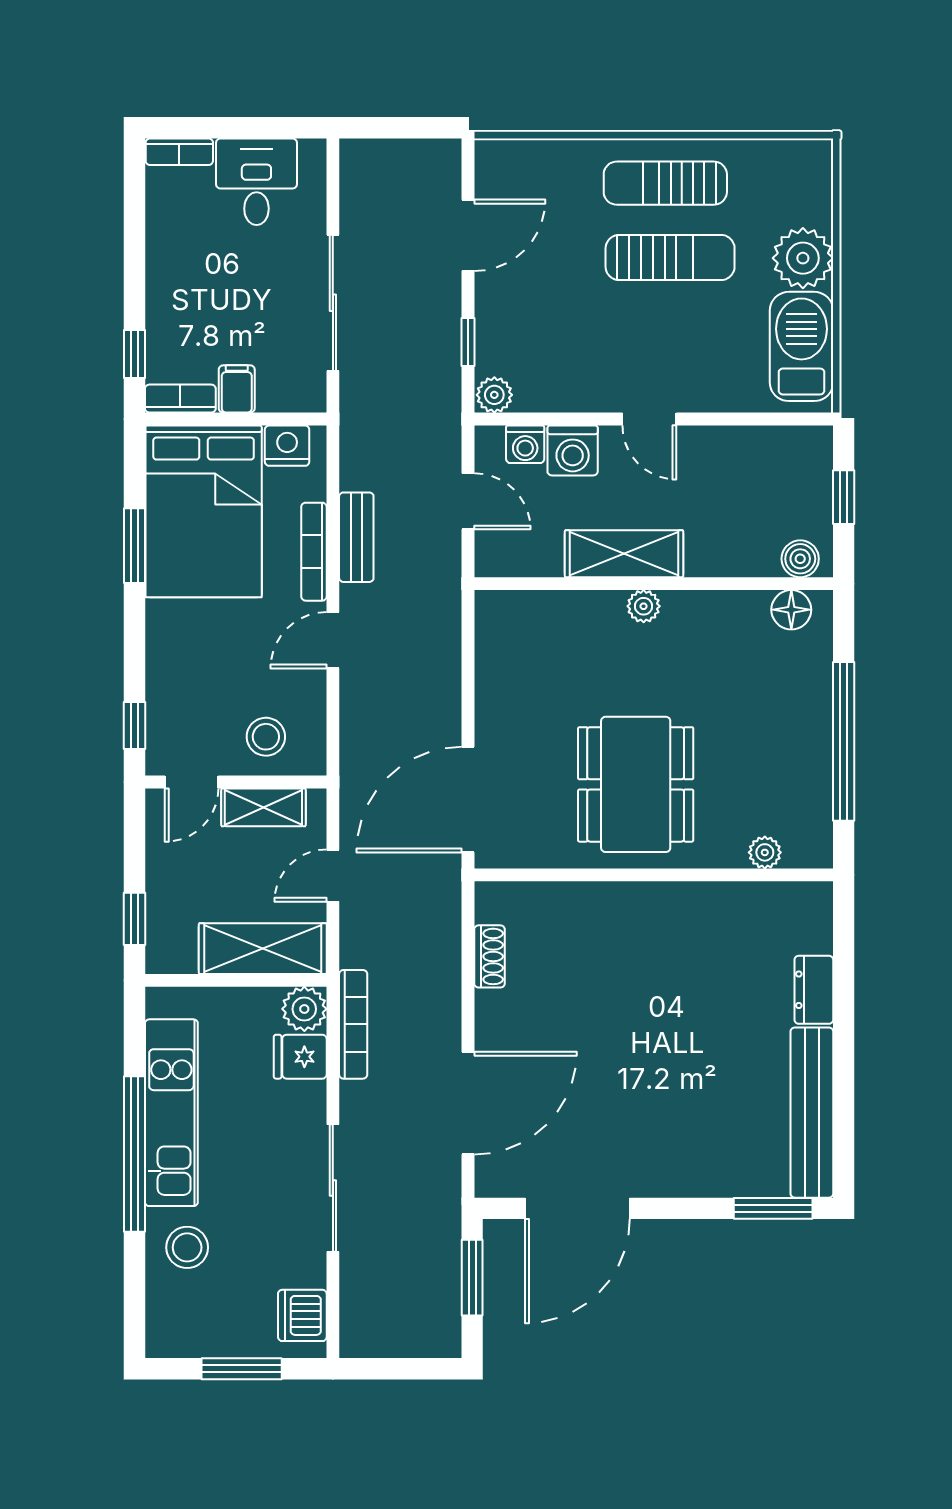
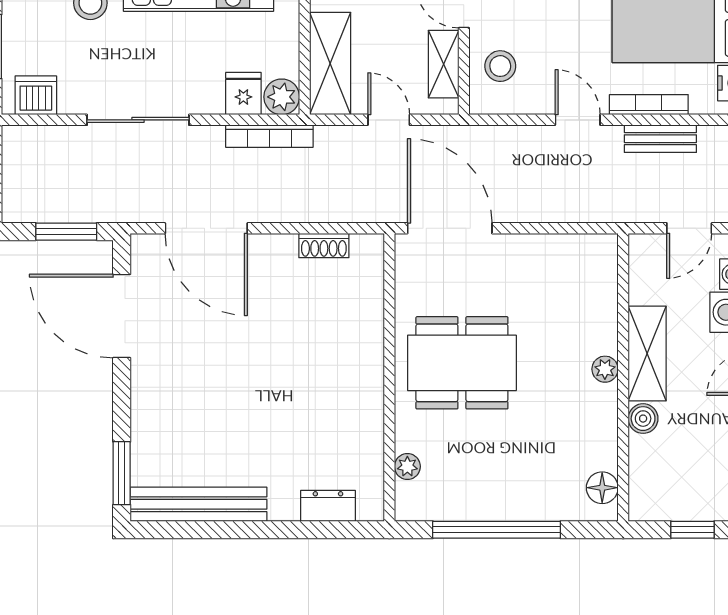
boiler: (800, 559) -> (643, 419), moved
dresser: (814, 990) -> (328, 506), moved

